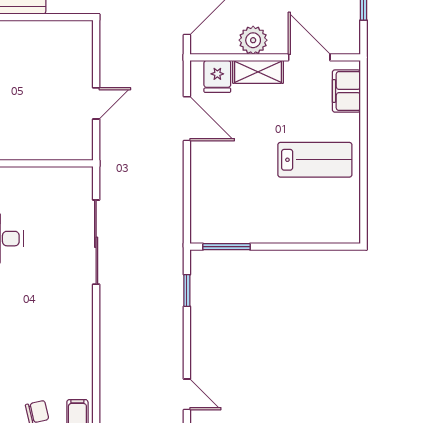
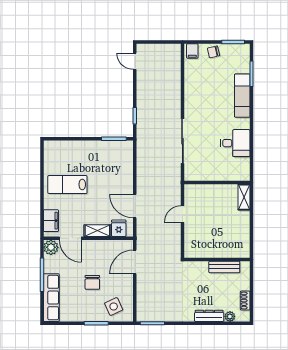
plant: (253, 40) -> (51, 247), moved

